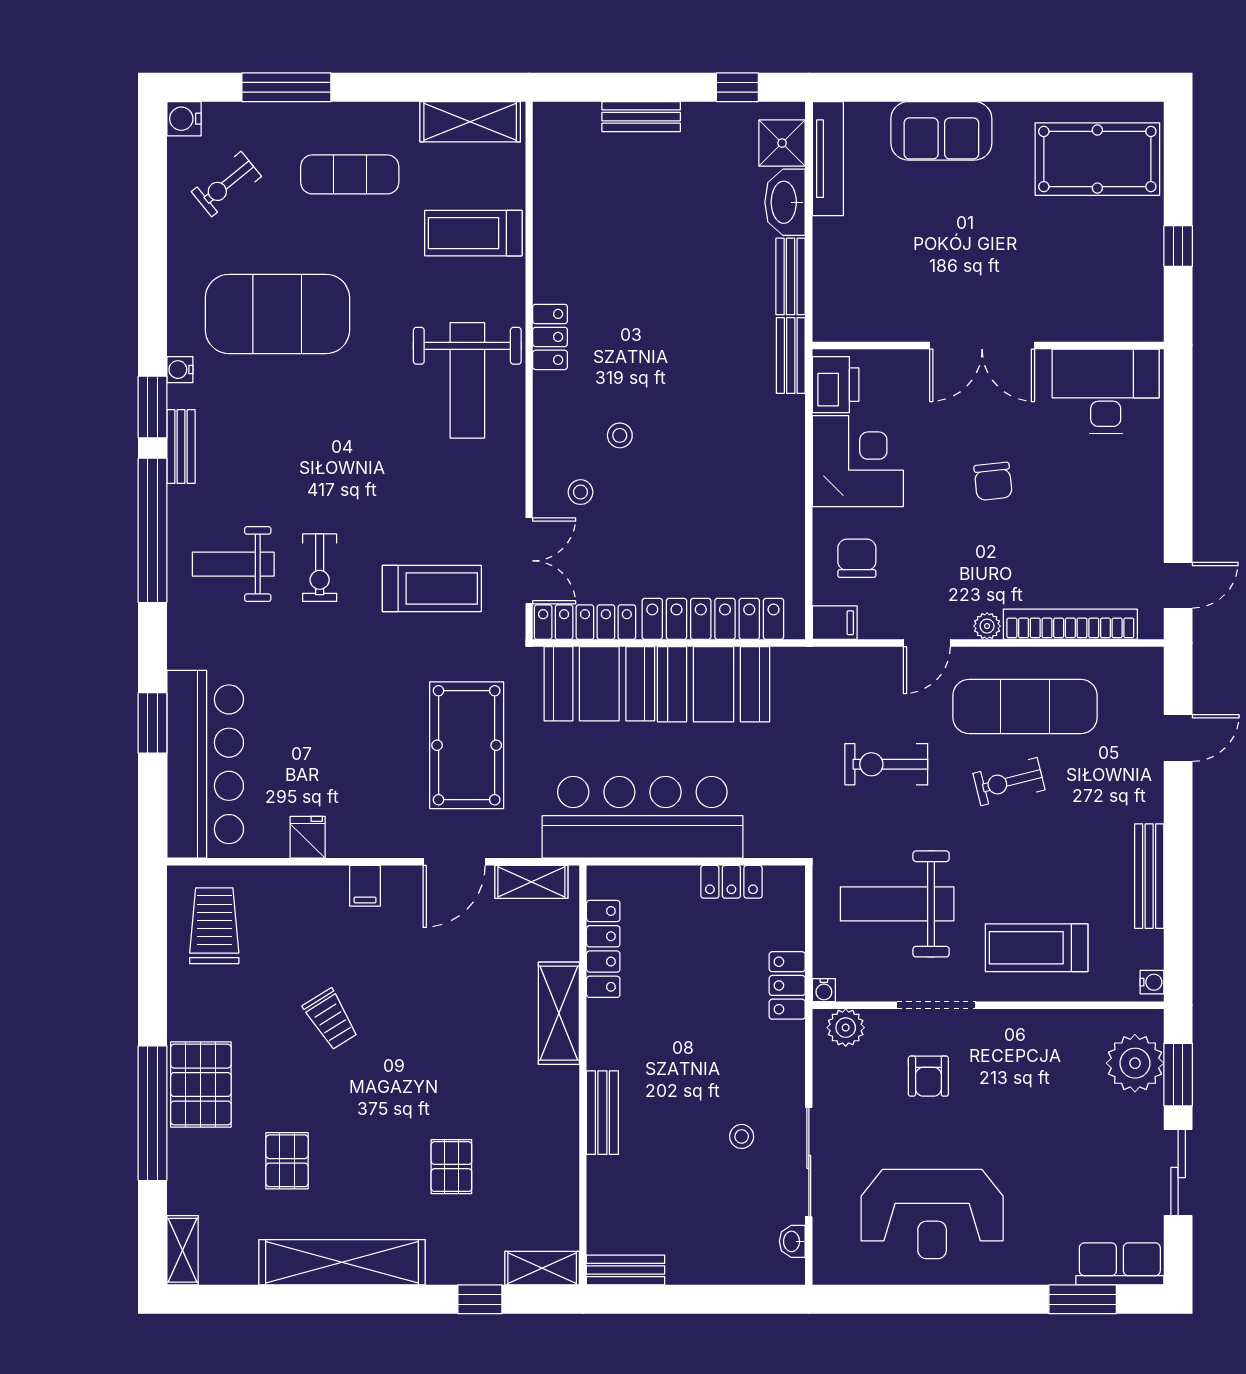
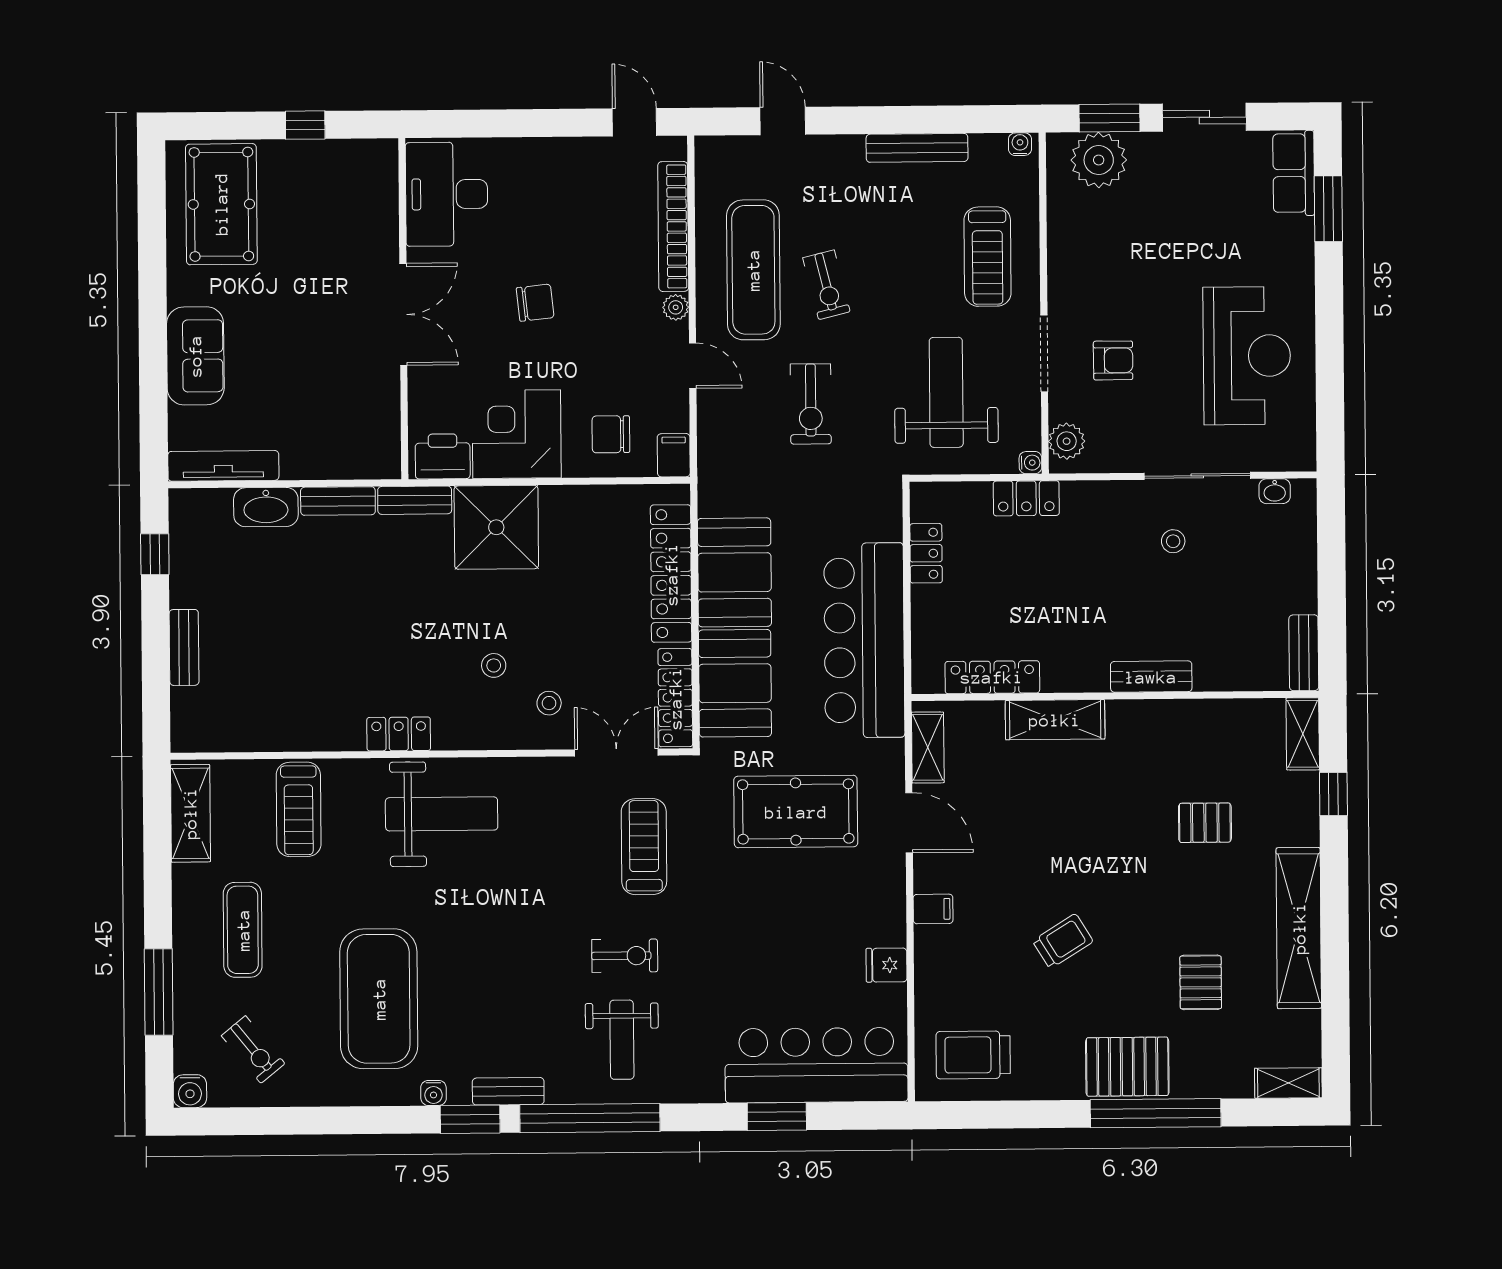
shower: (782, 143) -> (496, 527), moved, width x1.86, depth x1.86
weight bench: (897, 904) -> (946, 392), turned 180
pallet: (287, 1161) -> (1201, 982), turned 90

